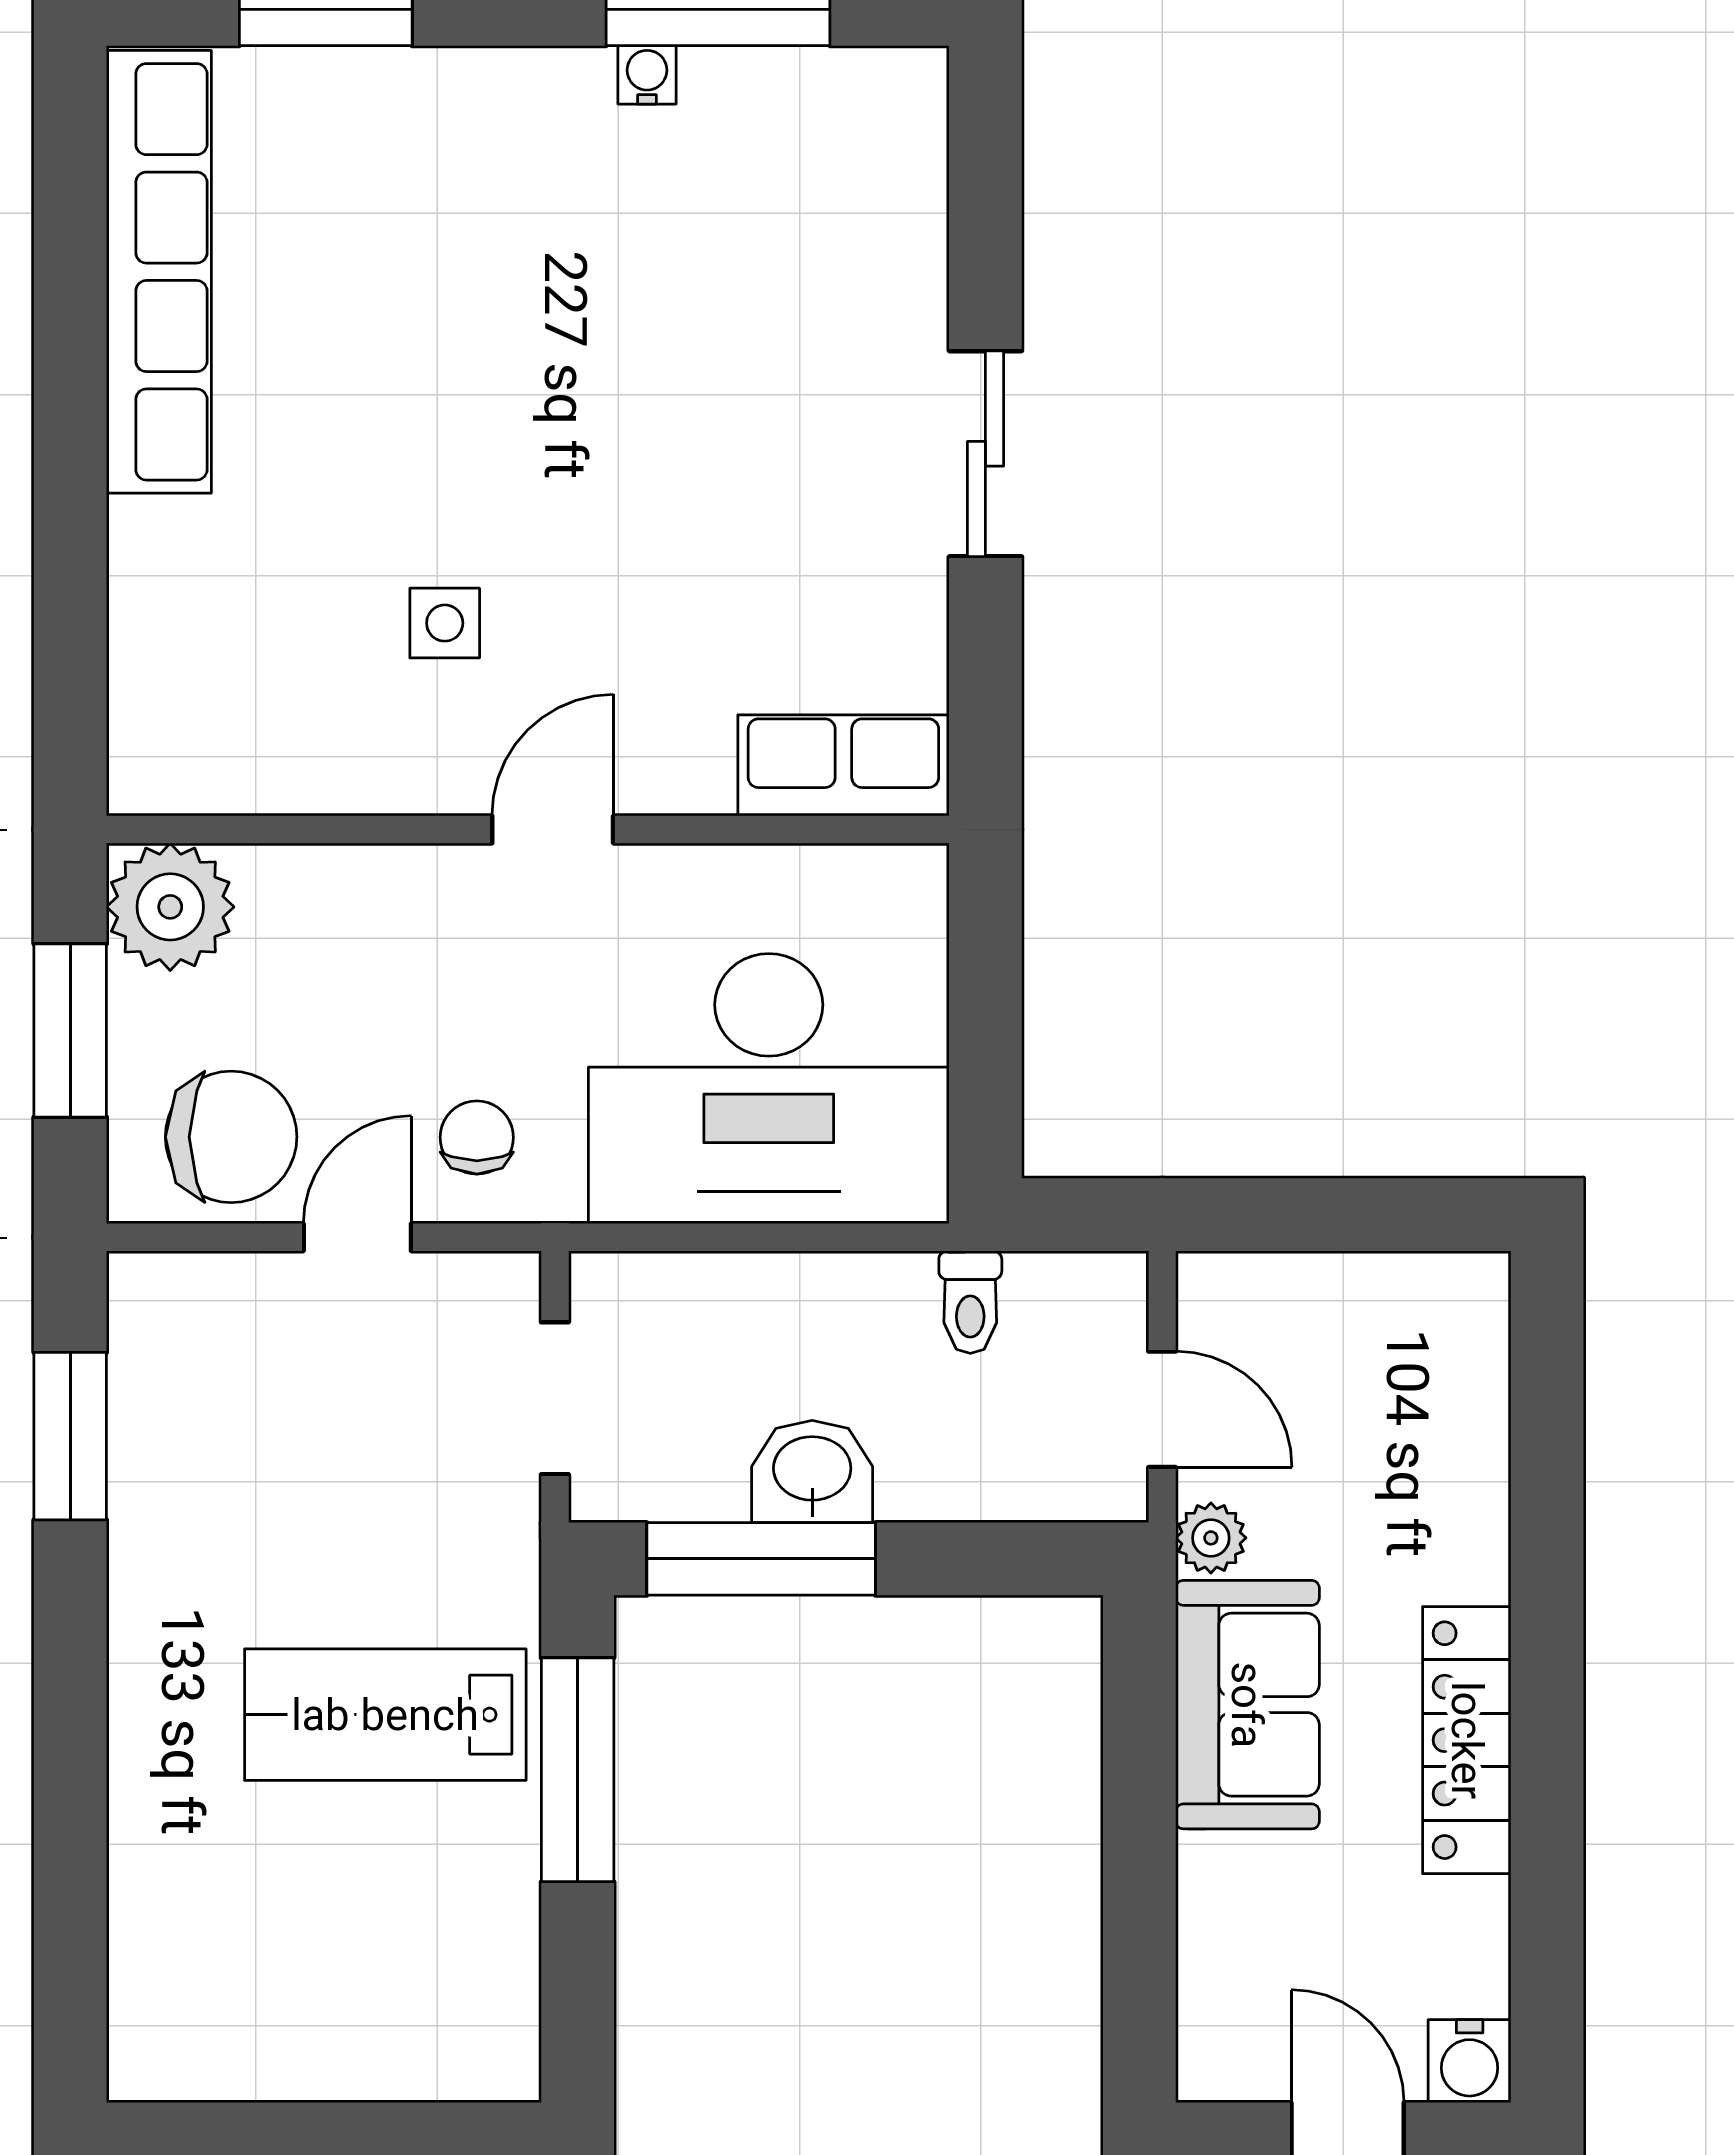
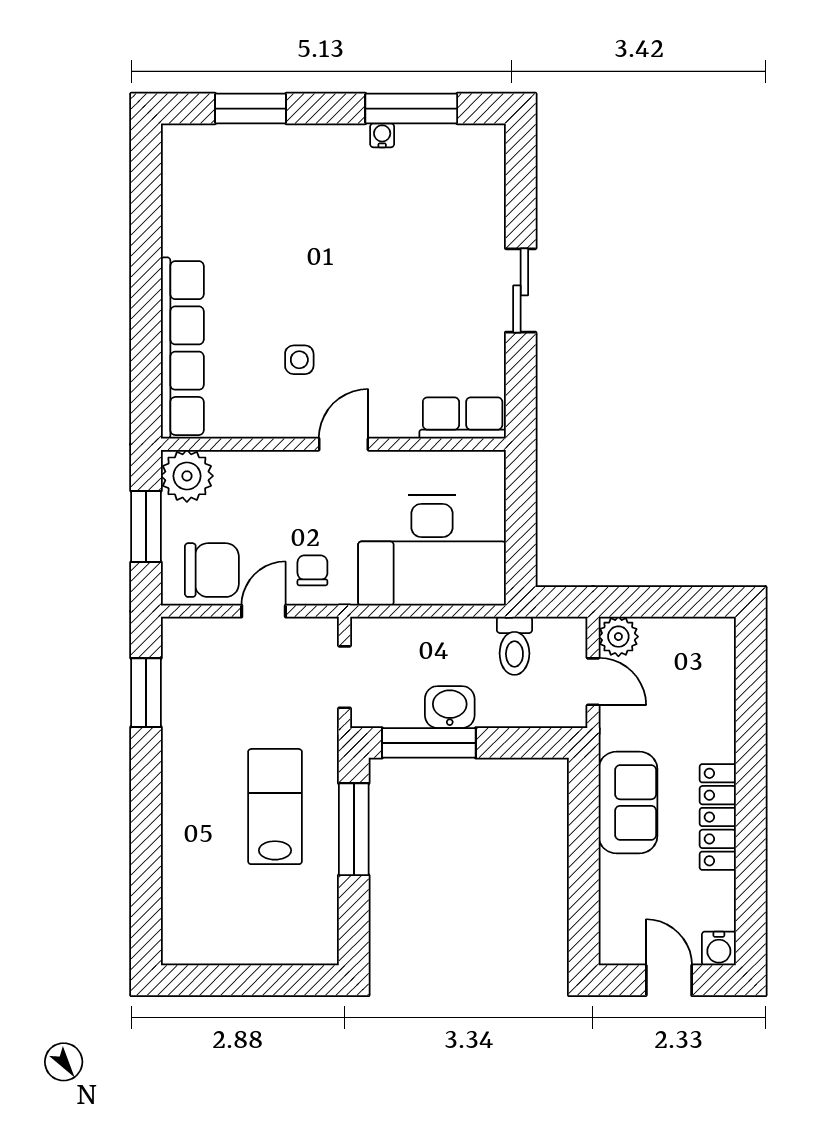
row of seats: (159, 272) -> (182, 348), moved
toilet: (970, 1302) -> (514, 646), width x1.37, depth x1.39
plant: (1211, 1538) -> (618, 637), moved, width x1.38, depth x1.38
lab bench: (385, 1715) -> (275, 807), turned 90

